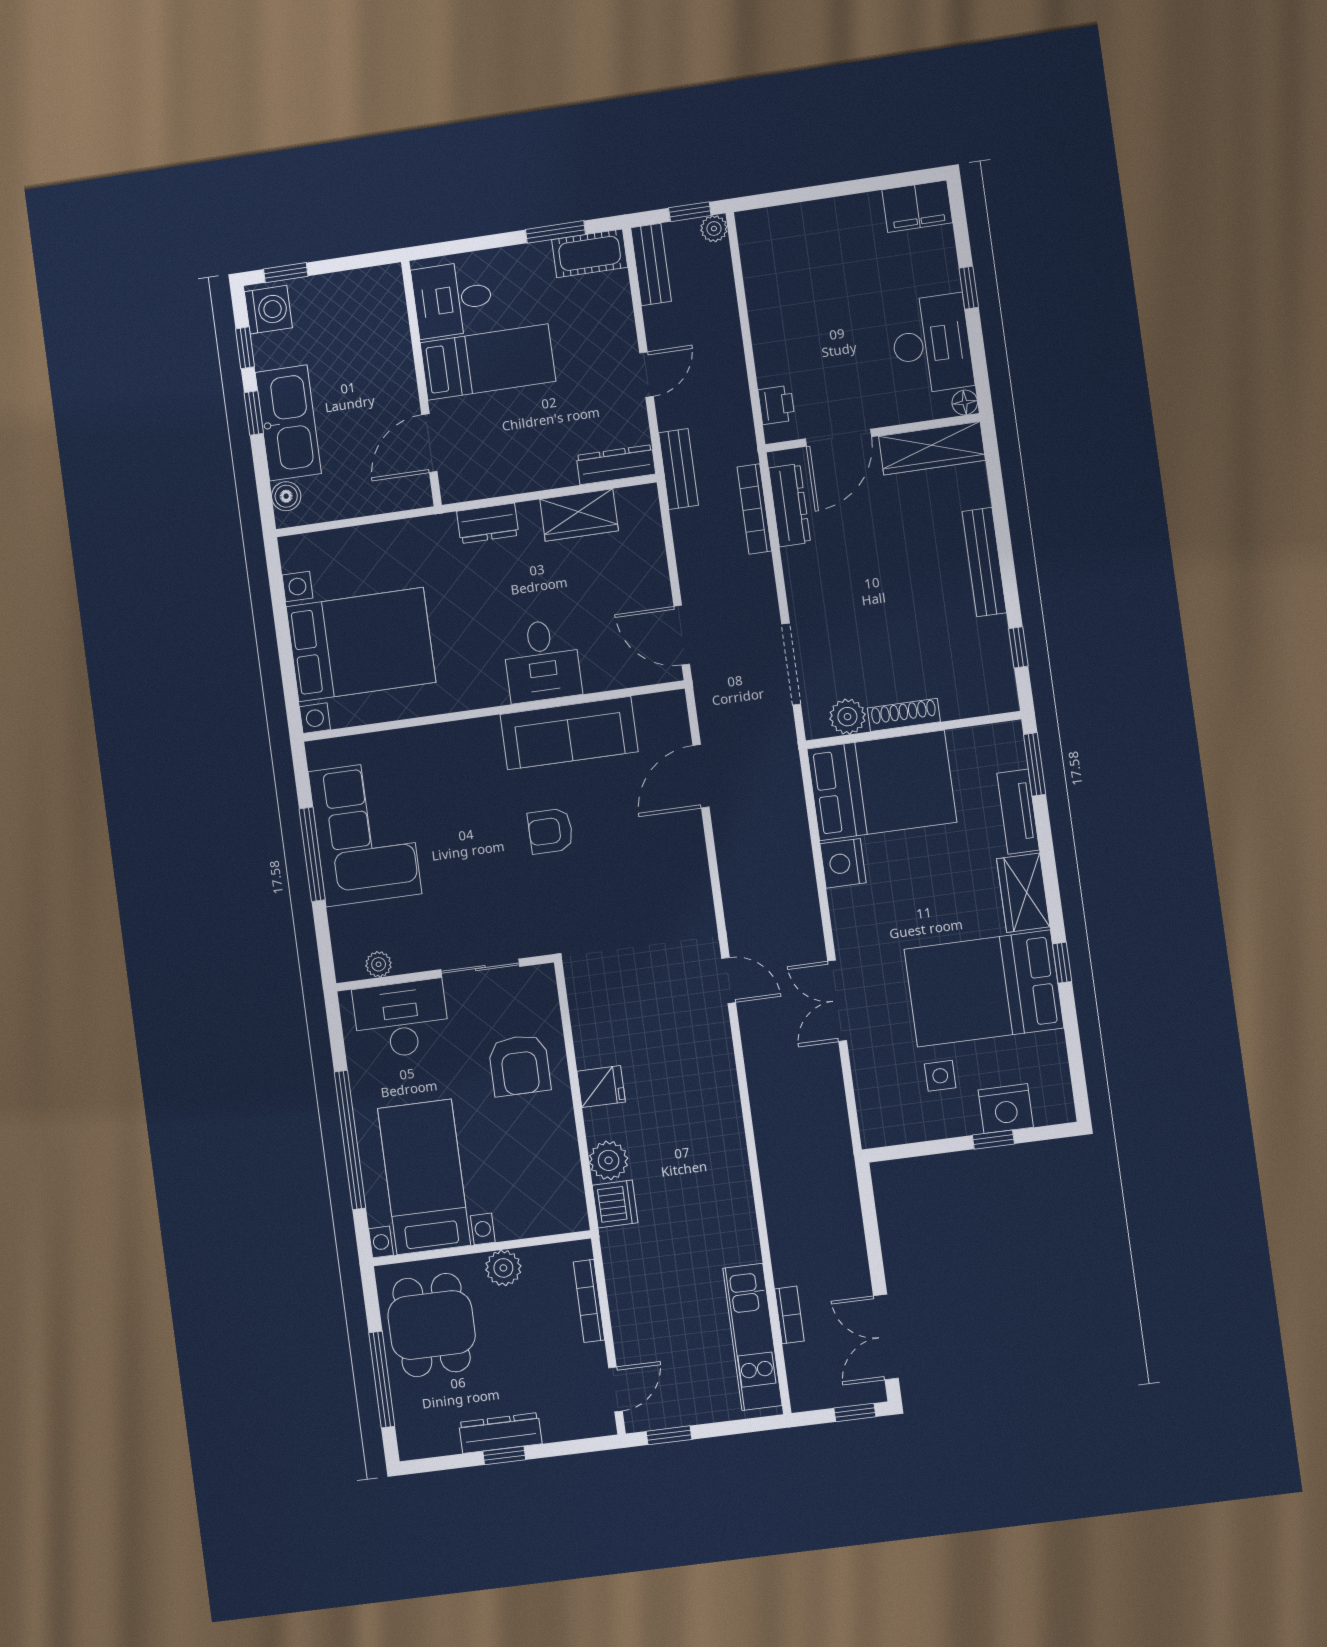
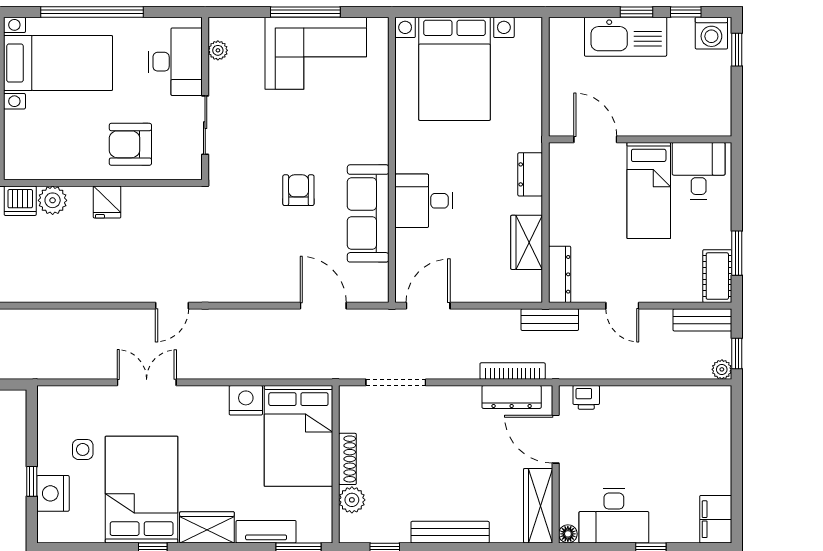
boiler: (286, 496) -> (572, 28), removed
plant: (847, 717) -> (352, 500), moved

